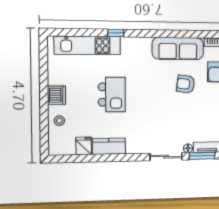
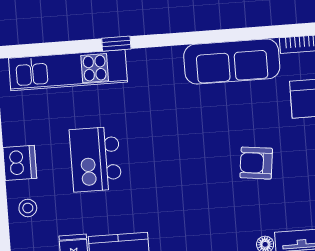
armchair: (186, 84) -> (256, 163), moved
kitchen island: (112, 95) -> (95, 159), moved, turned 180

